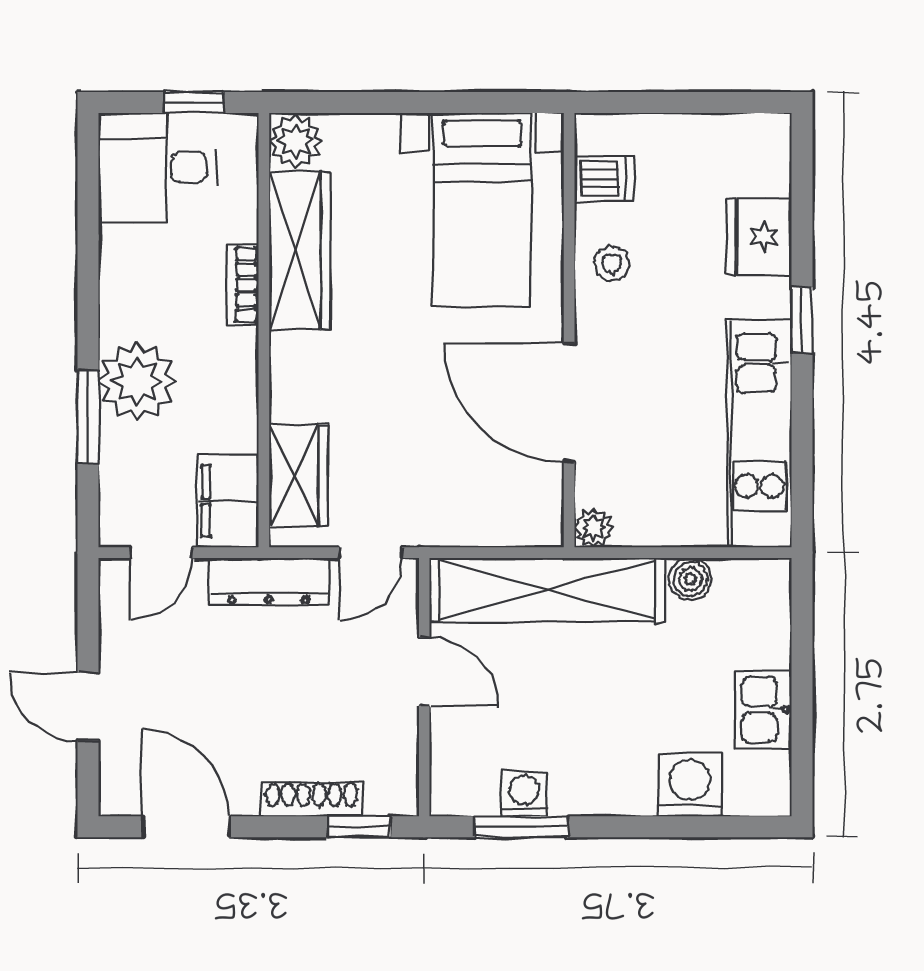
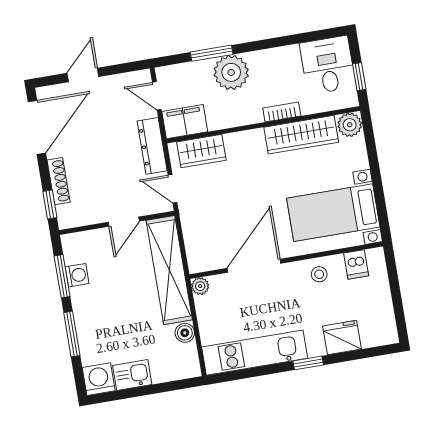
washing machine: (690, 785) -> (99, 379), moved, turned -90
door: (186, 827) -> (37, 127), width x1.36
window: (651, 827) -> (72, 334), added

